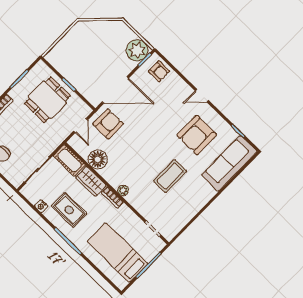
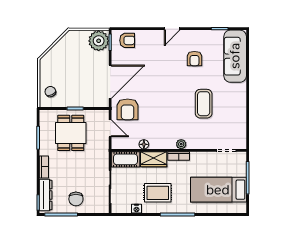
chair: (63, 53) -> (50, 92), added
armchair: (108, 124) -> (128, 109), turned 180
armchair: (197, 135) -> (194, 59), width x0.53, depth x0.53
floor lamp: (98, 159) -> (144, 144), width x0.53, depth x0.53

